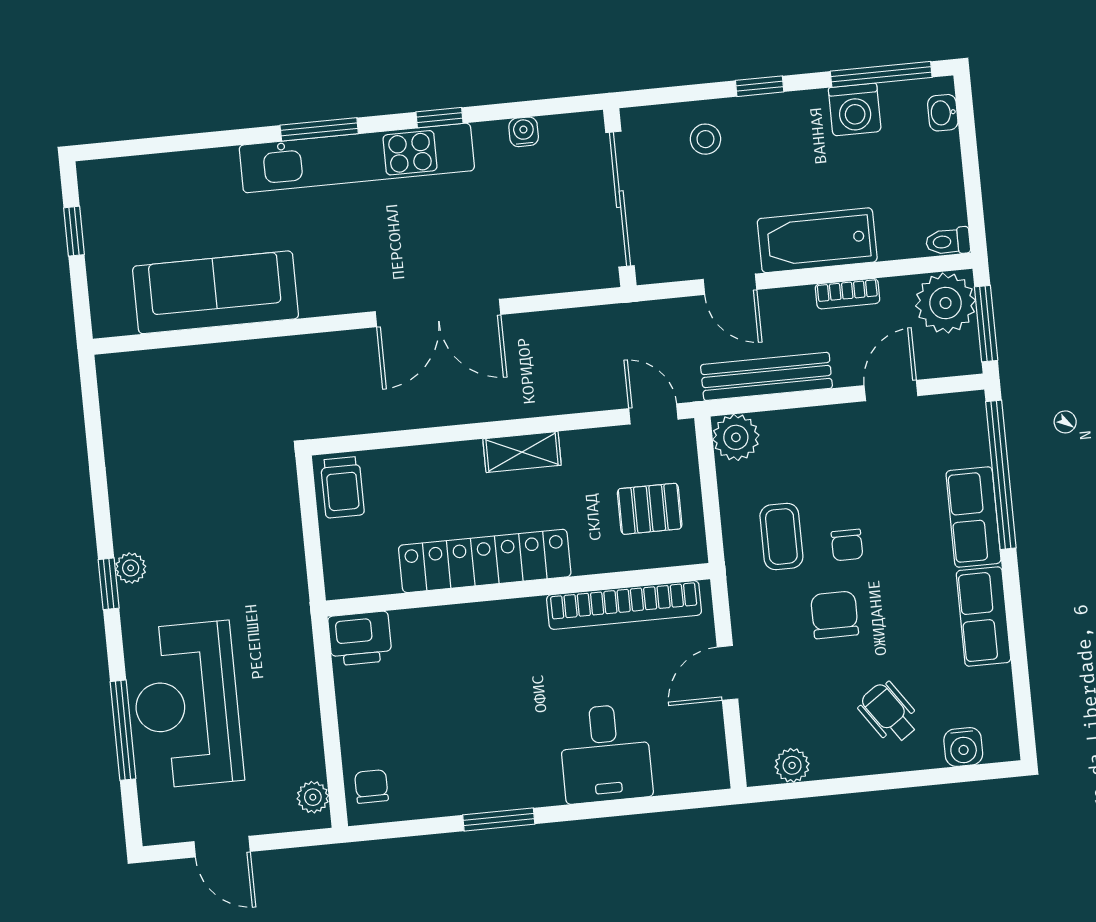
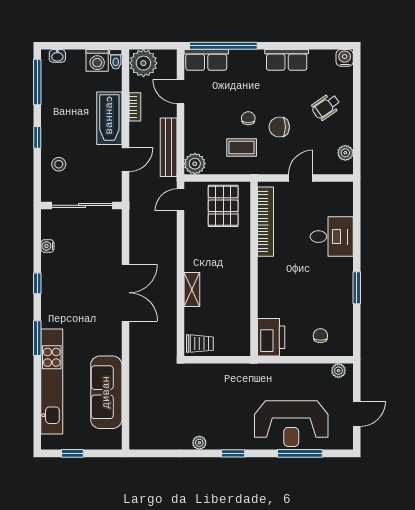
washing machine: (855, 109) -> (97, 60), moved, turned 90
kitchen unit: (357, 158) -> (52, 381), moved
window: (986, 324) -> (154, 46), removed
shelving: (522, 452) -> (192, 289), moved
pallet: (650, 509) -> (223, 206), width x1.50, depth x1.42
row of seats: (973, 517) -> (206, 60), moved
chair: (847, 545) -> (248, 118), turned -90
locker: (485, 561) -> (239, 283), removed
plant: (131, 568) -> (199, 443), moved
printer: (360, 639) -> (271, 337), width x1.37, depth x1.19
door: (727, 673) -> (301, 178), swing flipped
water cooler: (963, 747) -> (345, 58), moved, turned -90
chair: (371, 786) -> (320, 336), moved, turned 90

